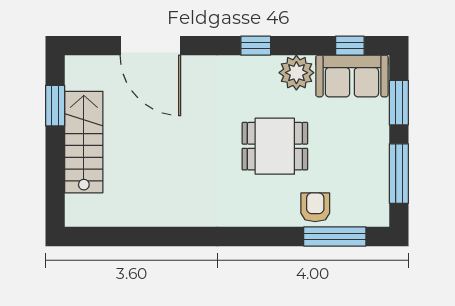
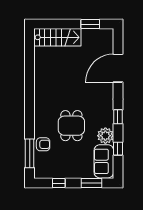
window: (350, 46) -> (118, 149), moved
stairs: (84, 142) -> (57, 37), moved
window: (399, 174) -> (59, 183), width x0.46

